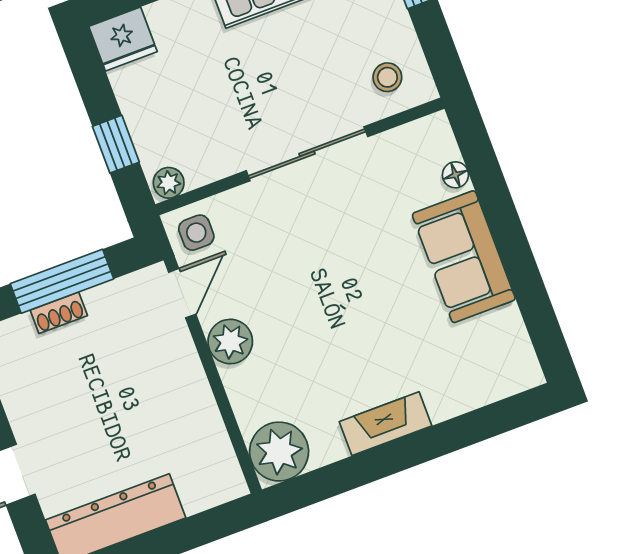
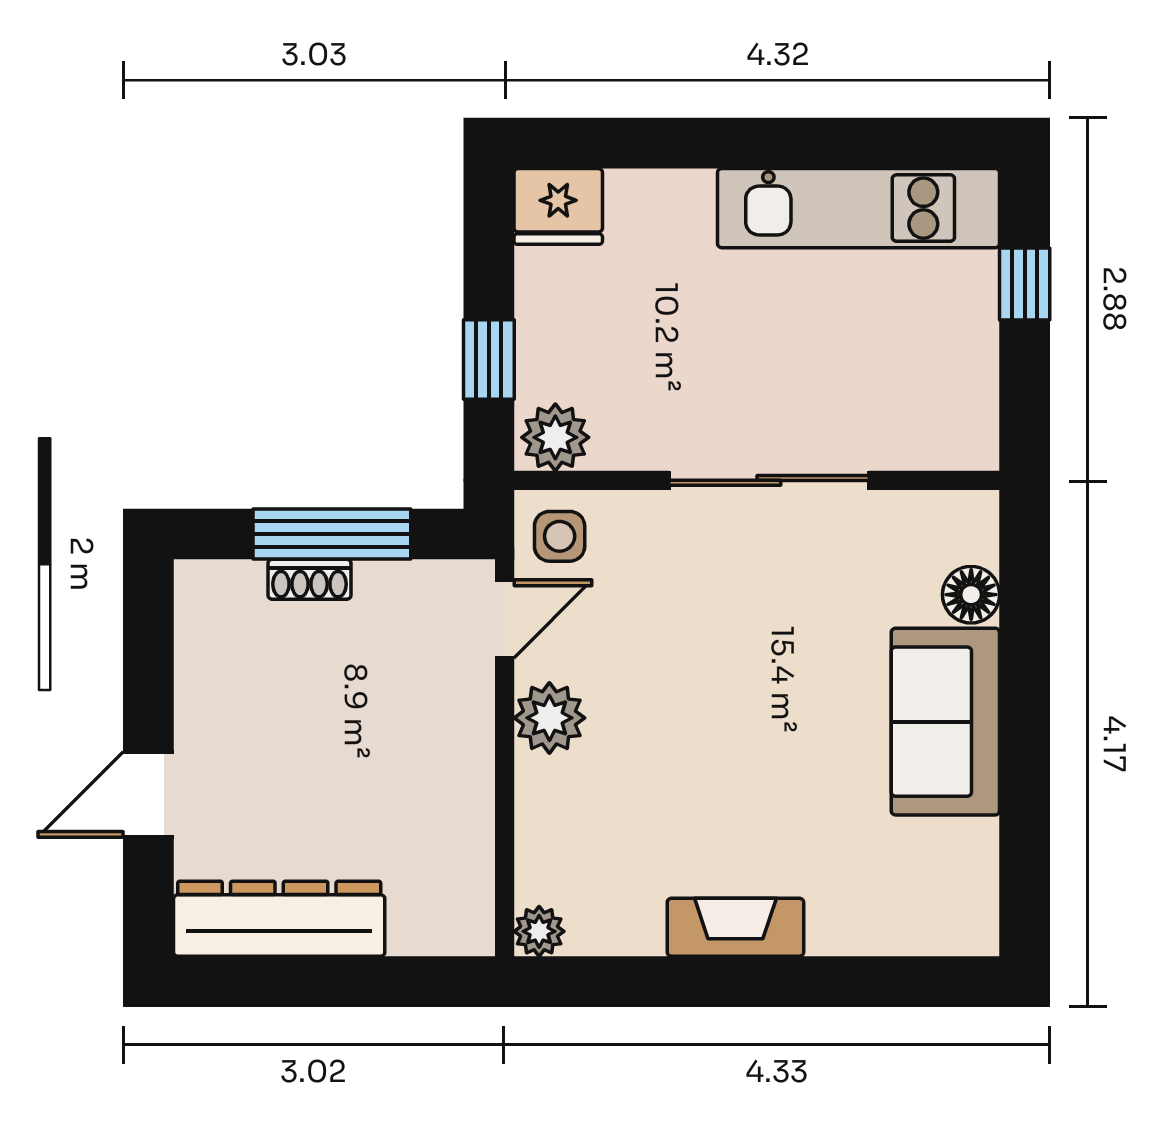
stool: (387, 77) -> (932, 411), removed
floor lamp: (455, 175) -> (971, 595), width x1.37, depth x1.37
plant: (169, 183) -> (555, 437), width x1.38, depth x1.38
plant: (279, 452) -> (539, 931), width x0.53, depth x0.53

